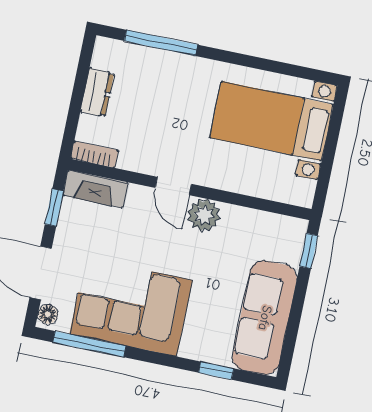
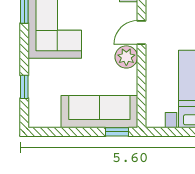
sofa: (265, 318) -> (99, 112), moved

